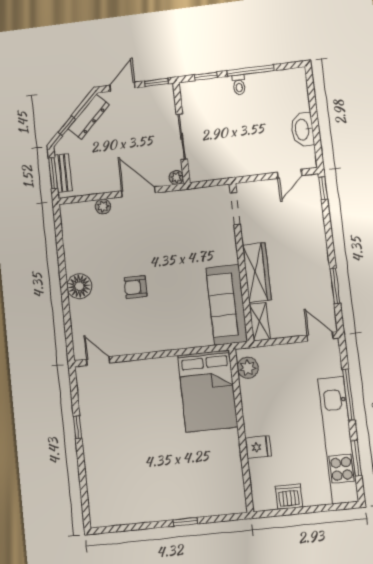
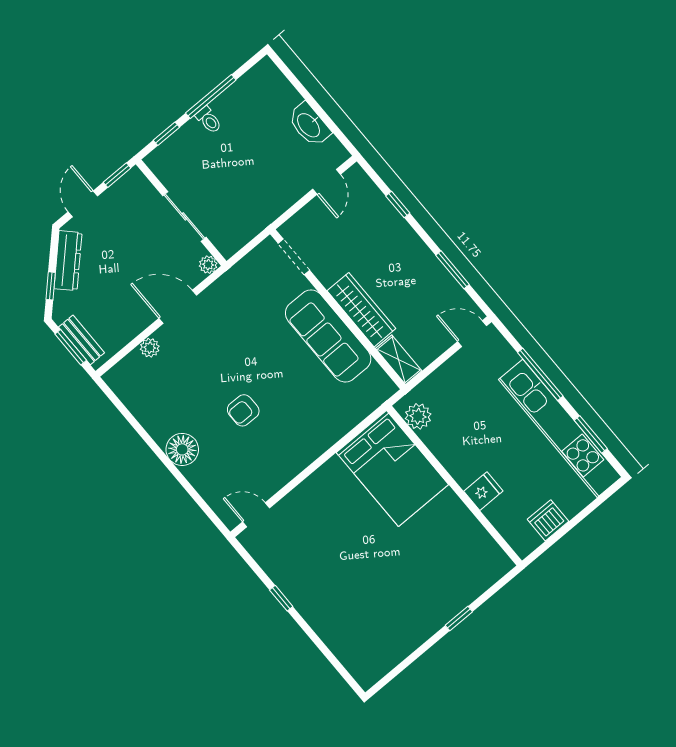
window: (323, 188) -> (398, 204), moved
sofa: (227, 305) -> (328, 336), moved

